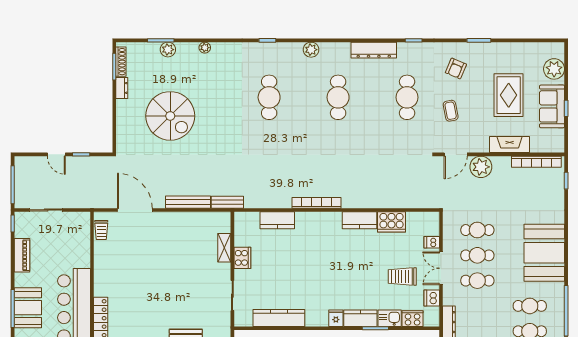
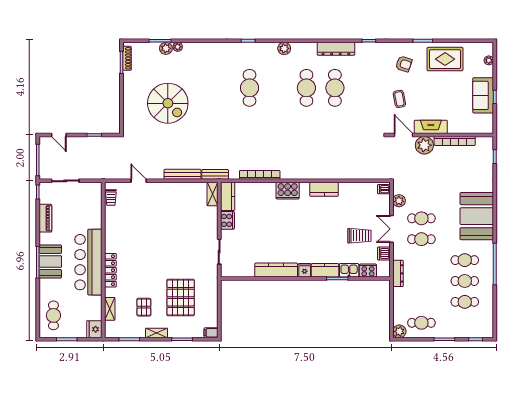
plant: (205, 48) -> (178, 47), moved
armchair: (456, 68) -> (404, 64), turned -95
plant: (554, 69) -> (489, 60), width x0.53, depth x0.53
dresser: (122, 88) -> (128, 80), removed
rug: (509, 95) -> (445, 59), moved, turned 90
cafe table: (407, 97) -> (335, 88), moved
fireplace: (510, 145) -> (431, 127), moved
door: (56, 154) -> (59, 135), moved
door: (456, 154) -> (403, 135), swing flipped
bookcase: (536, 162) -> (455, 141), moved
bookcase: (317, 203) -> (260, 175), moved
door: (135, 210) -> (139, 181), width x0.53
kitchen counter: (277, 220) -> (228, 196), moved, turned -90
cooker: (391, 222) -> (288, 191), moved
cafe table: (477, 230) -> (421, 197), removed
plant: (450, 234) -> (399, 201), added
dishwasher: (432, 242) -> (384, 189), moved
shelving: (224, 248) -> (212, 194), moved
trolley: (402, 277) -> (359, 236), turned 180
kitchen counter: (279, 318) -> (276, 270), moved

